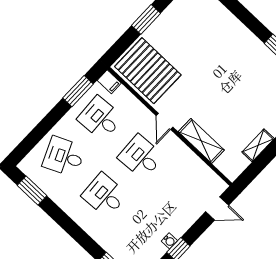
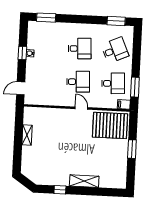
shelving: (201, 141) -> (84, 181), moved

